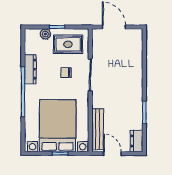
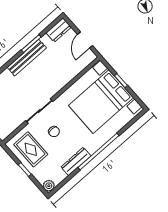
plant: (45, 34) -> (49, 186), moved
bench: (98, 129) -> (27, 58), moved

